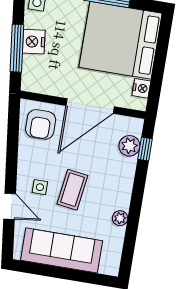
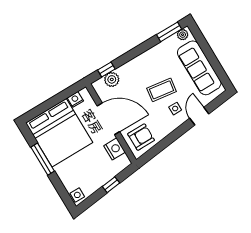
nightstand: (34, 42) -> (115, 149), moved, turned -83
window: (17, 48) -> (111, 185), width x0.46
plant: (120, 218) -> (183, 35), moved
window: (128, 251) -> (169, 32), added

